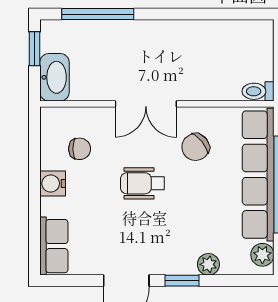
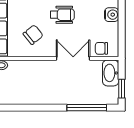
double door: (146, 104) -> (73, 58), moved
chair: (80, 149) -> (101, 48), moved

